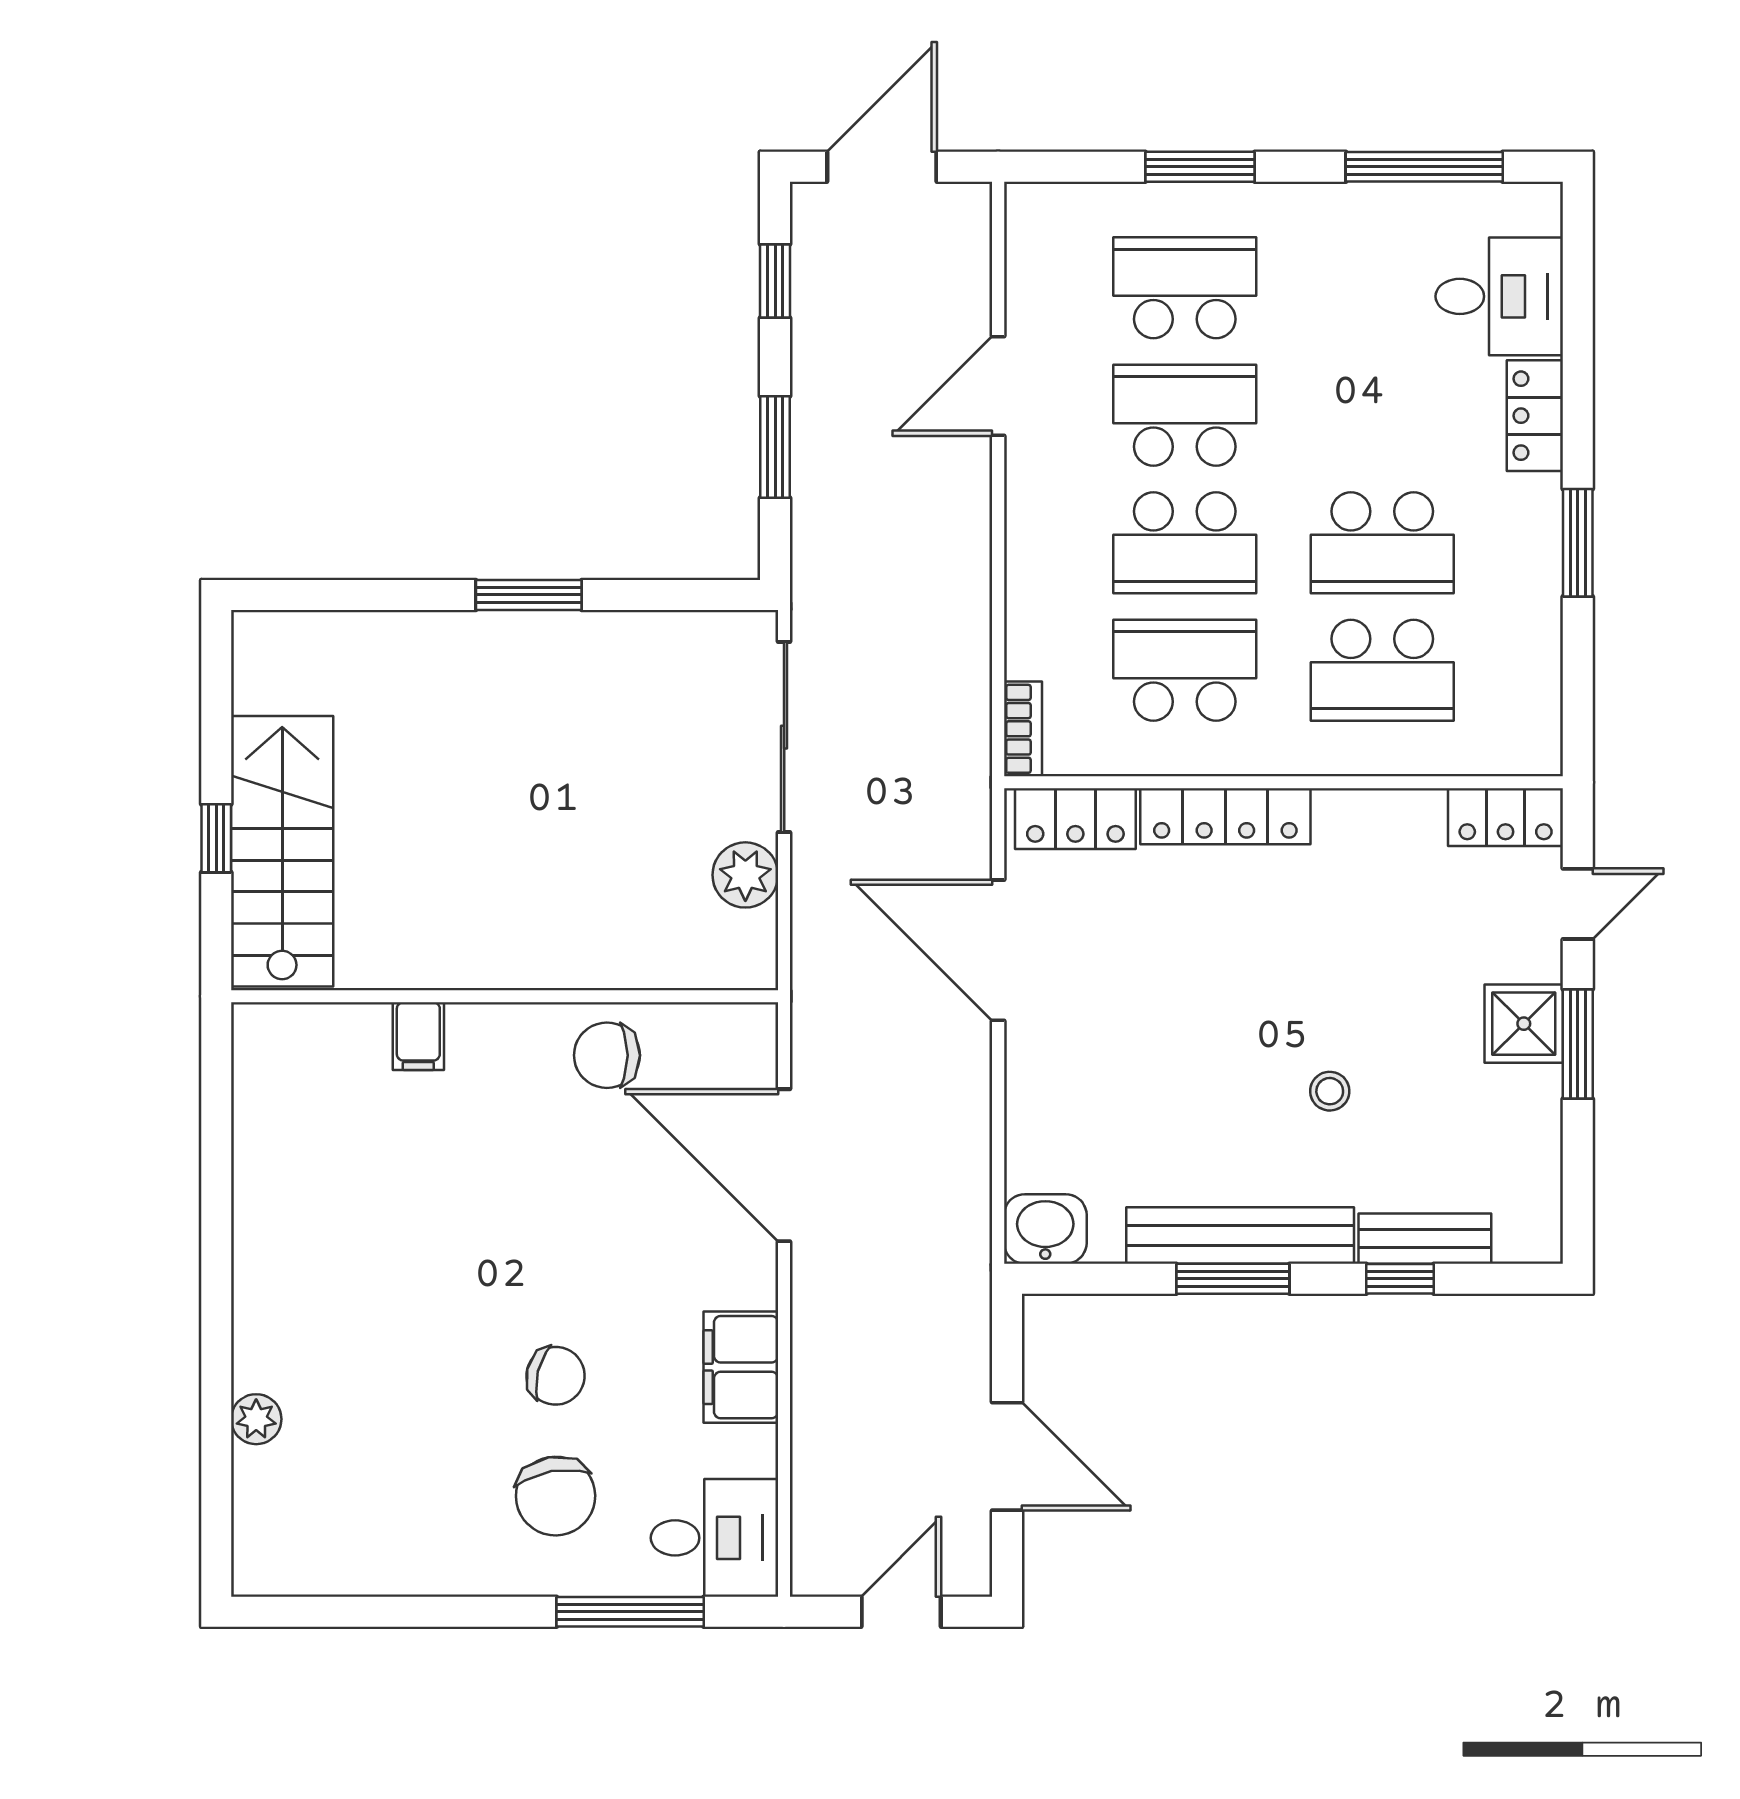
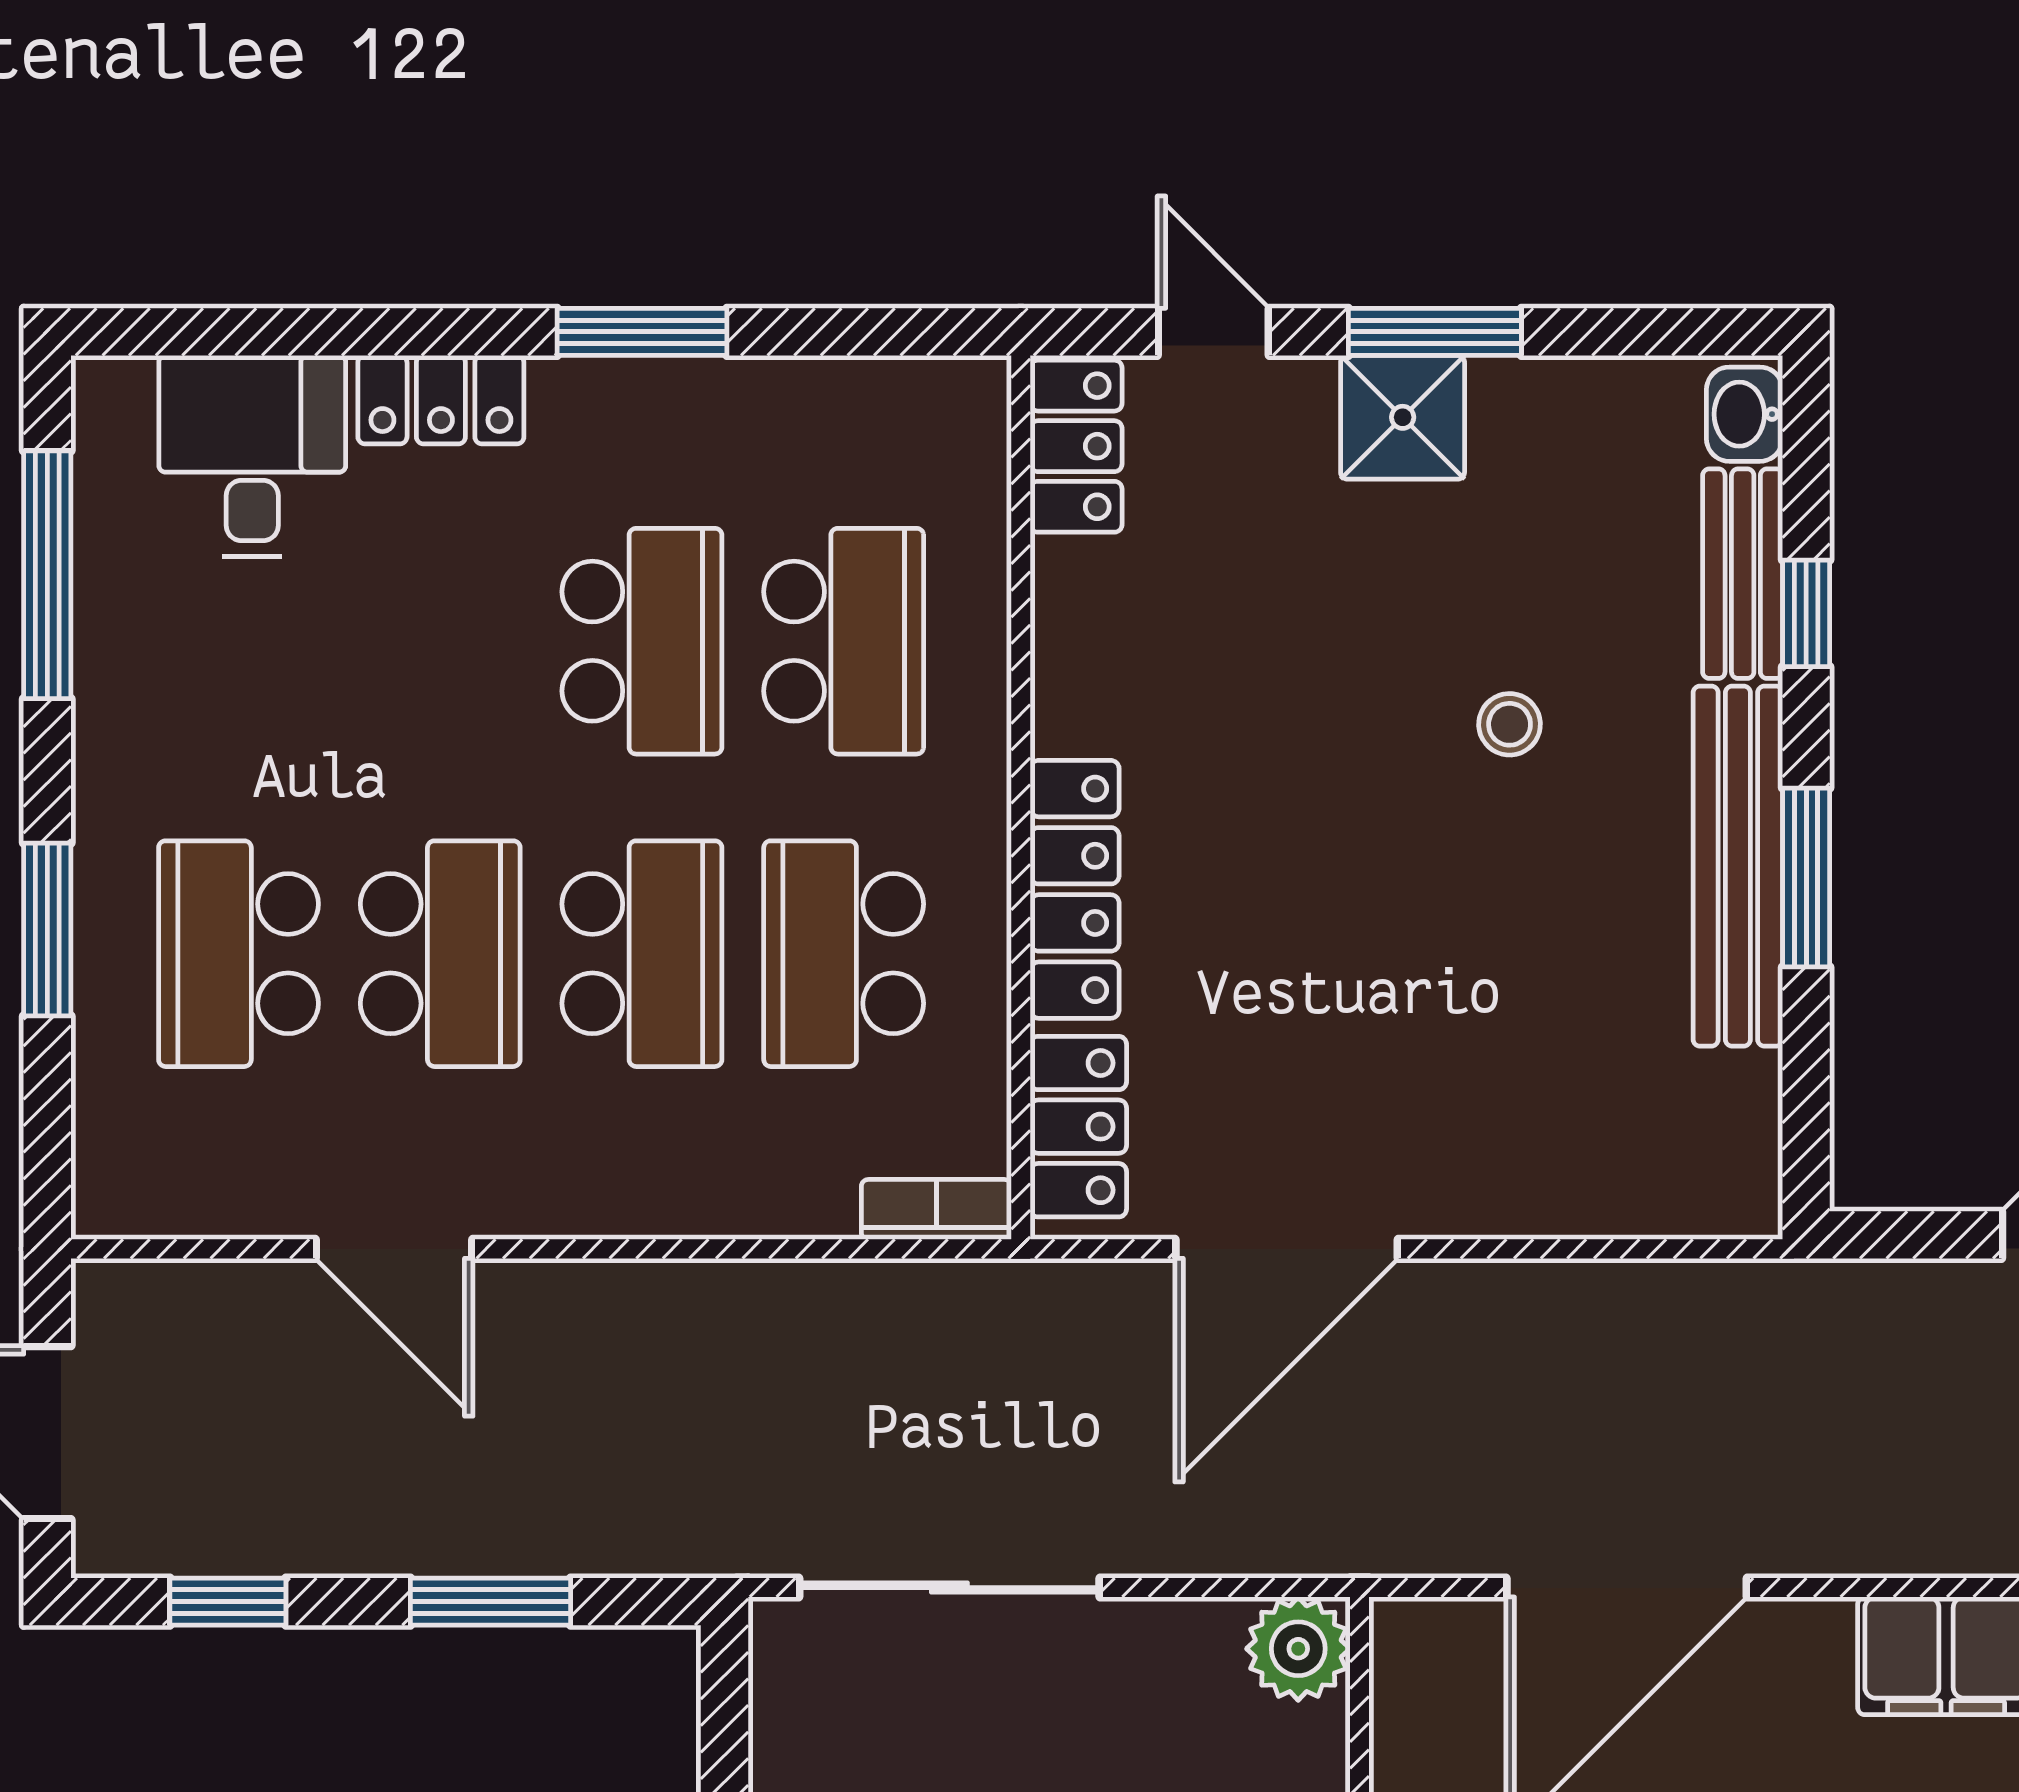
school desk: (1185, 415) -> (440, 954), turned 180
plant: (745, 875) -> (1298, 1649), moved
washbasin: (1045, 1229) -> (1745, 414), moved, width x0.72, depth x0.69

